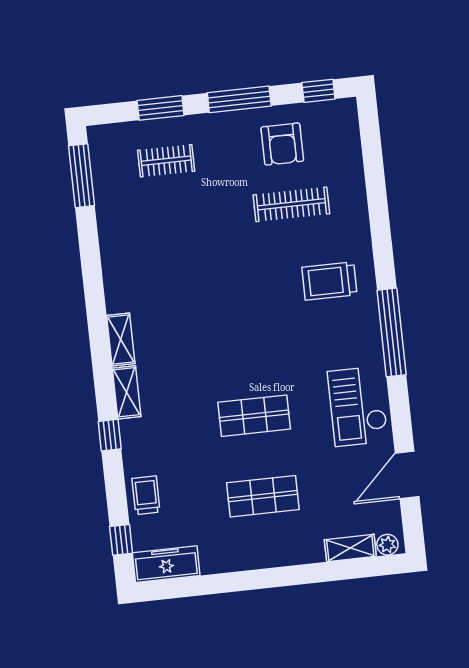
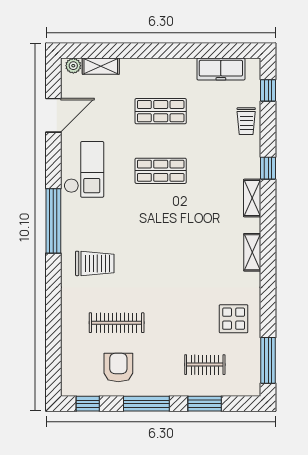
display table: (134, 227) -> (234, 319), added
shelving: (121, 339) -> (252, 252), moved
freezer: (166, 564) -> (221, 69), moved

